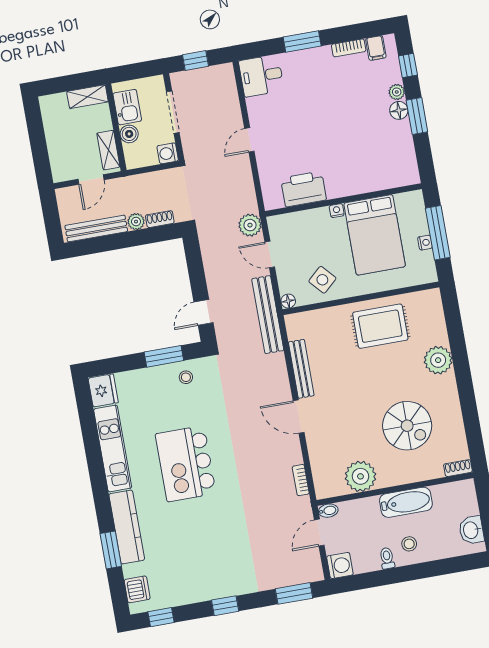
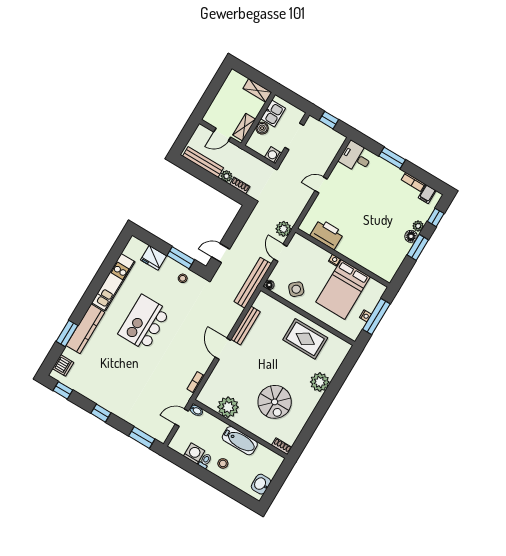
fridge: (103, 390) -> (154, 258), moved, turned 90
washing machine: (340, 565) -> (194, 453), moved, turned -90

